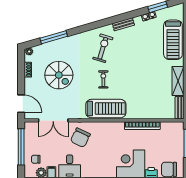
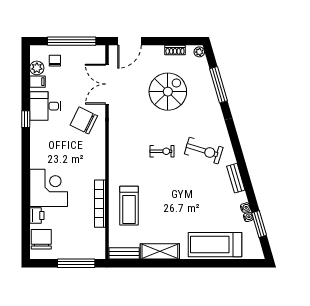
spiral stairs: (59, 75) -> (168, 92), turned 180
treadmill: (106, 109) -> (129, 206), moved, width x0.73, depth x0.73

